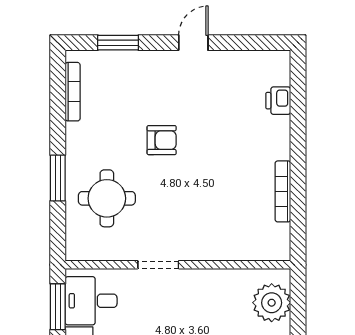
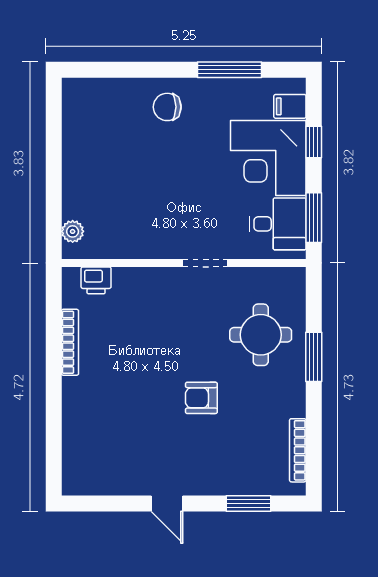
door: (193, 43) -> (167, 503), hinge flipped
printer: (278, 101) -> (96, 280), moved, turned 90
plant: (272, 303) -> (73, 231), width x0.53, depth x0.53

